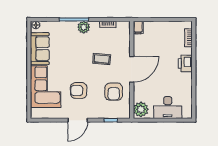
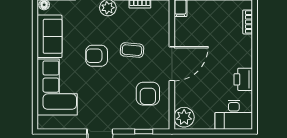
printer: (185, 63) -> (243, 79), moved
armchair: (79, 91) -> (97, 56), moved
desk: (168, 107) -> (234, 115), moved

